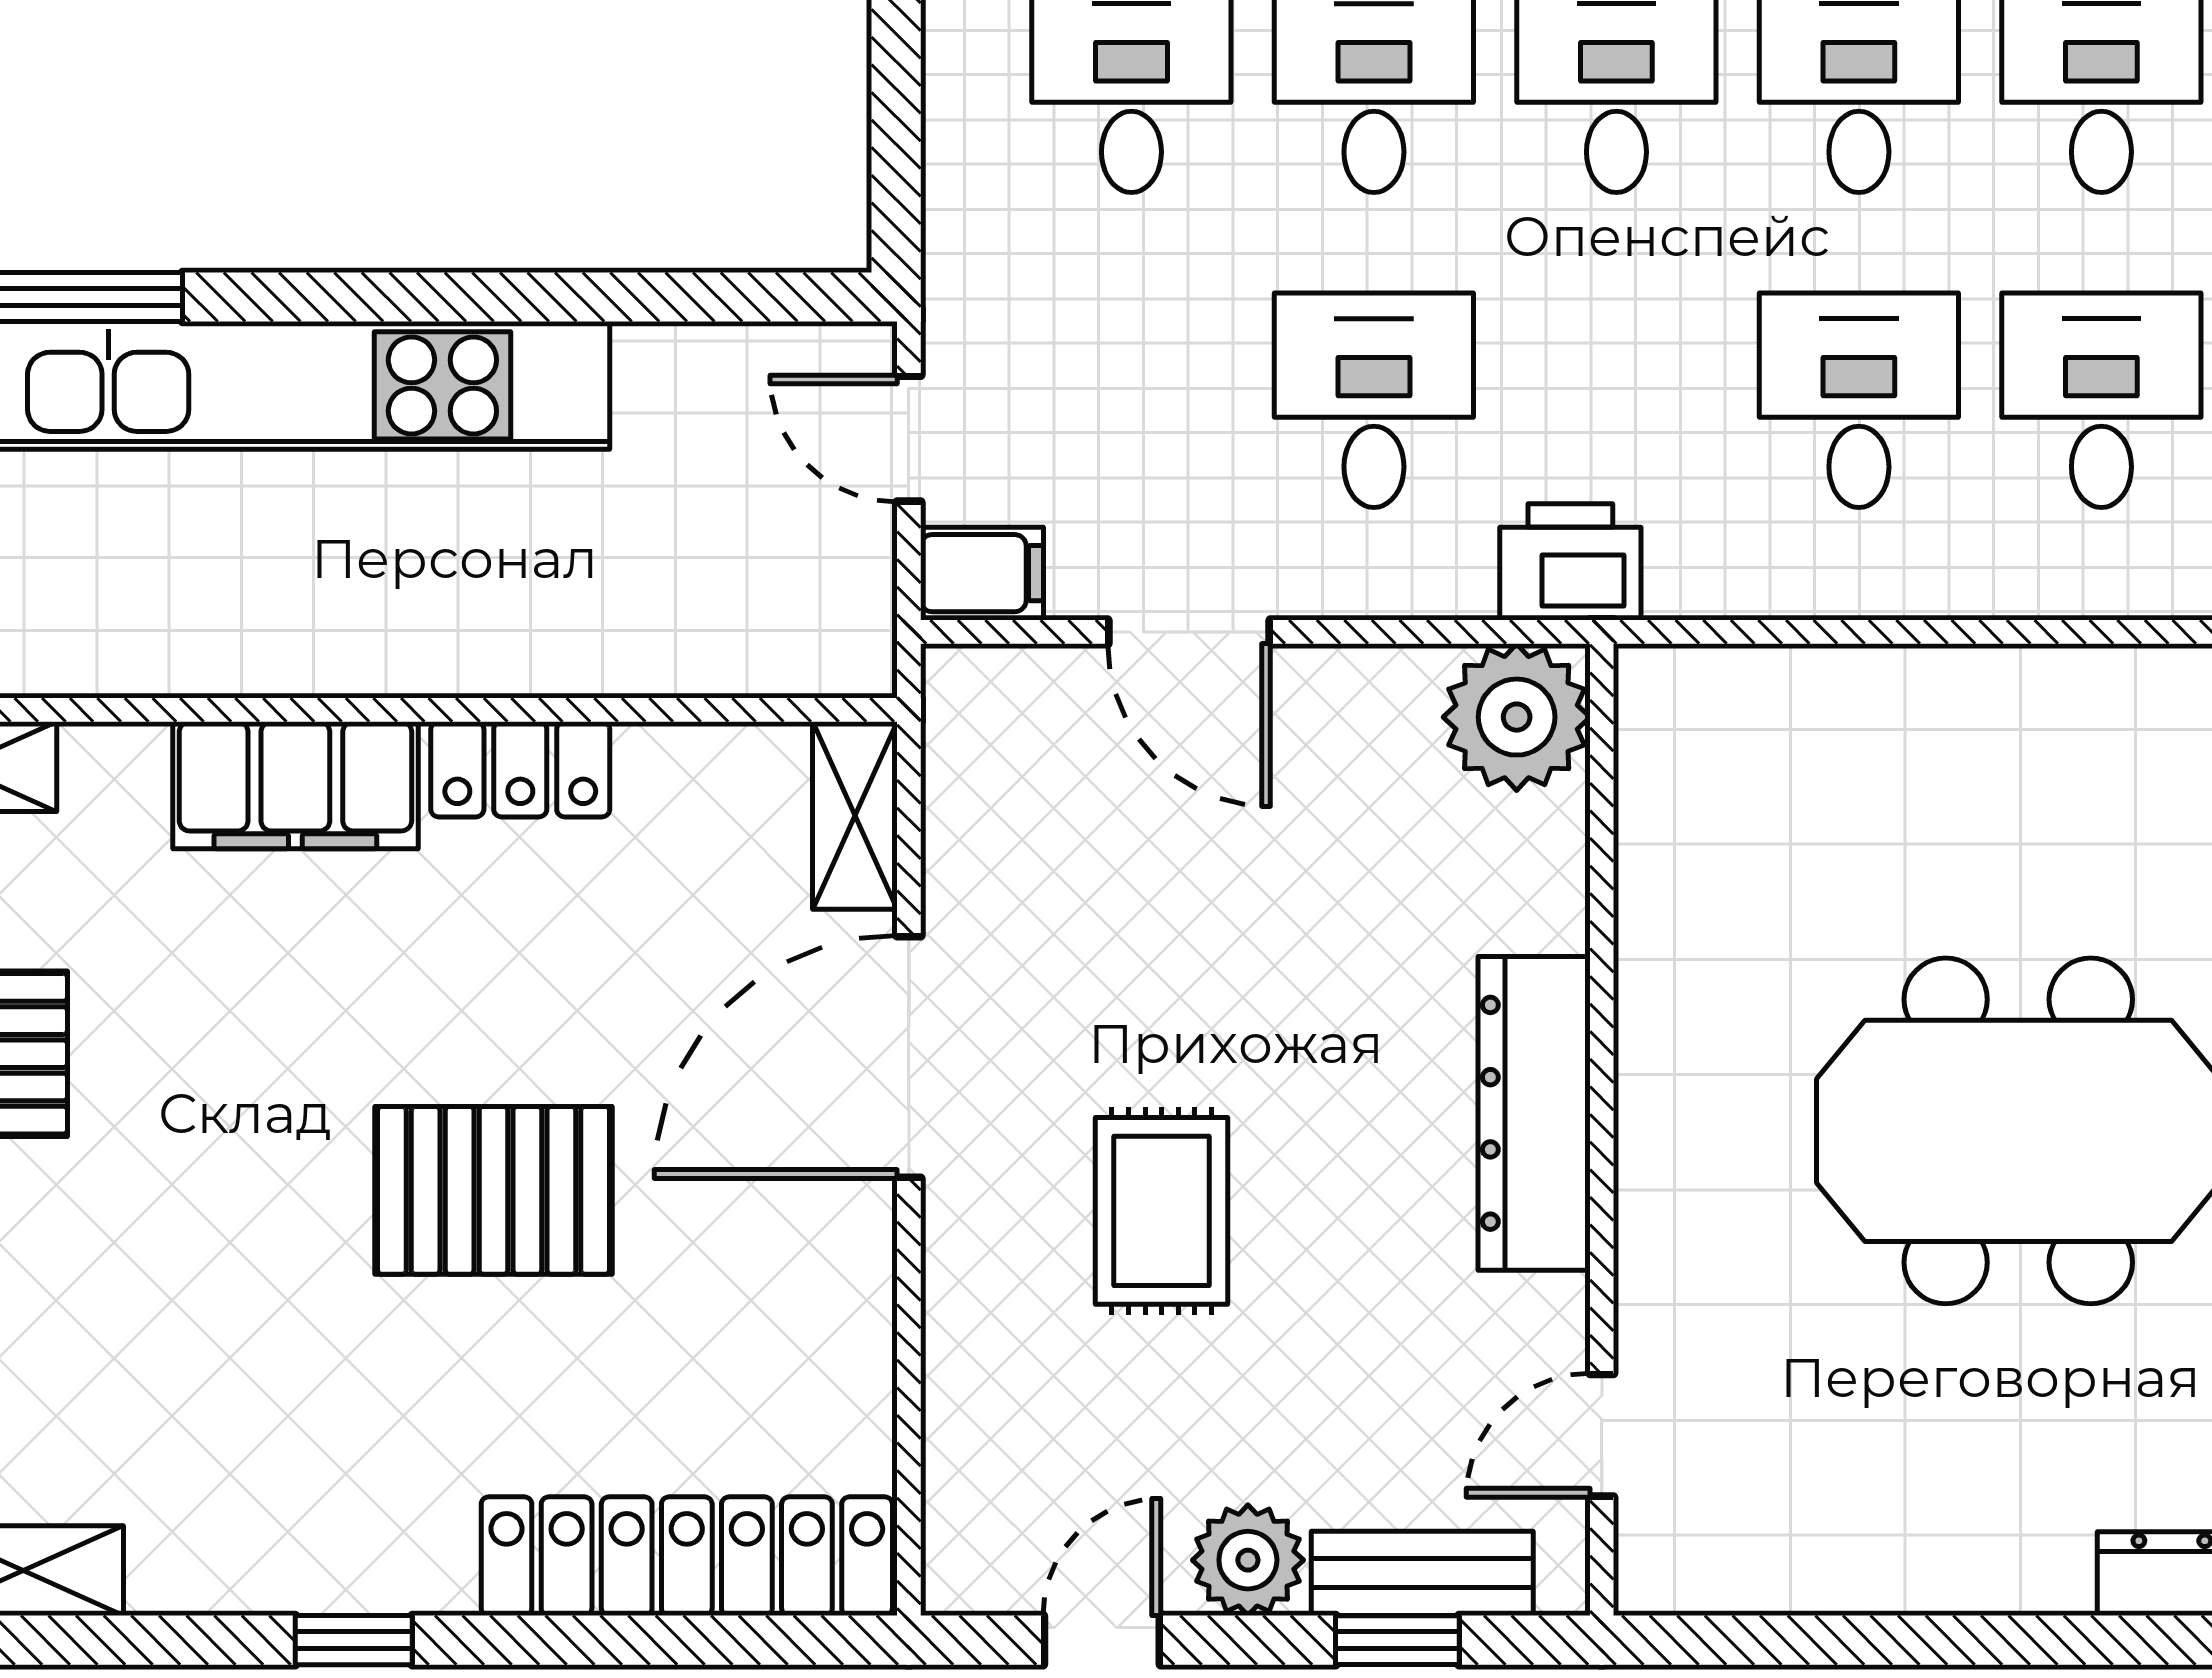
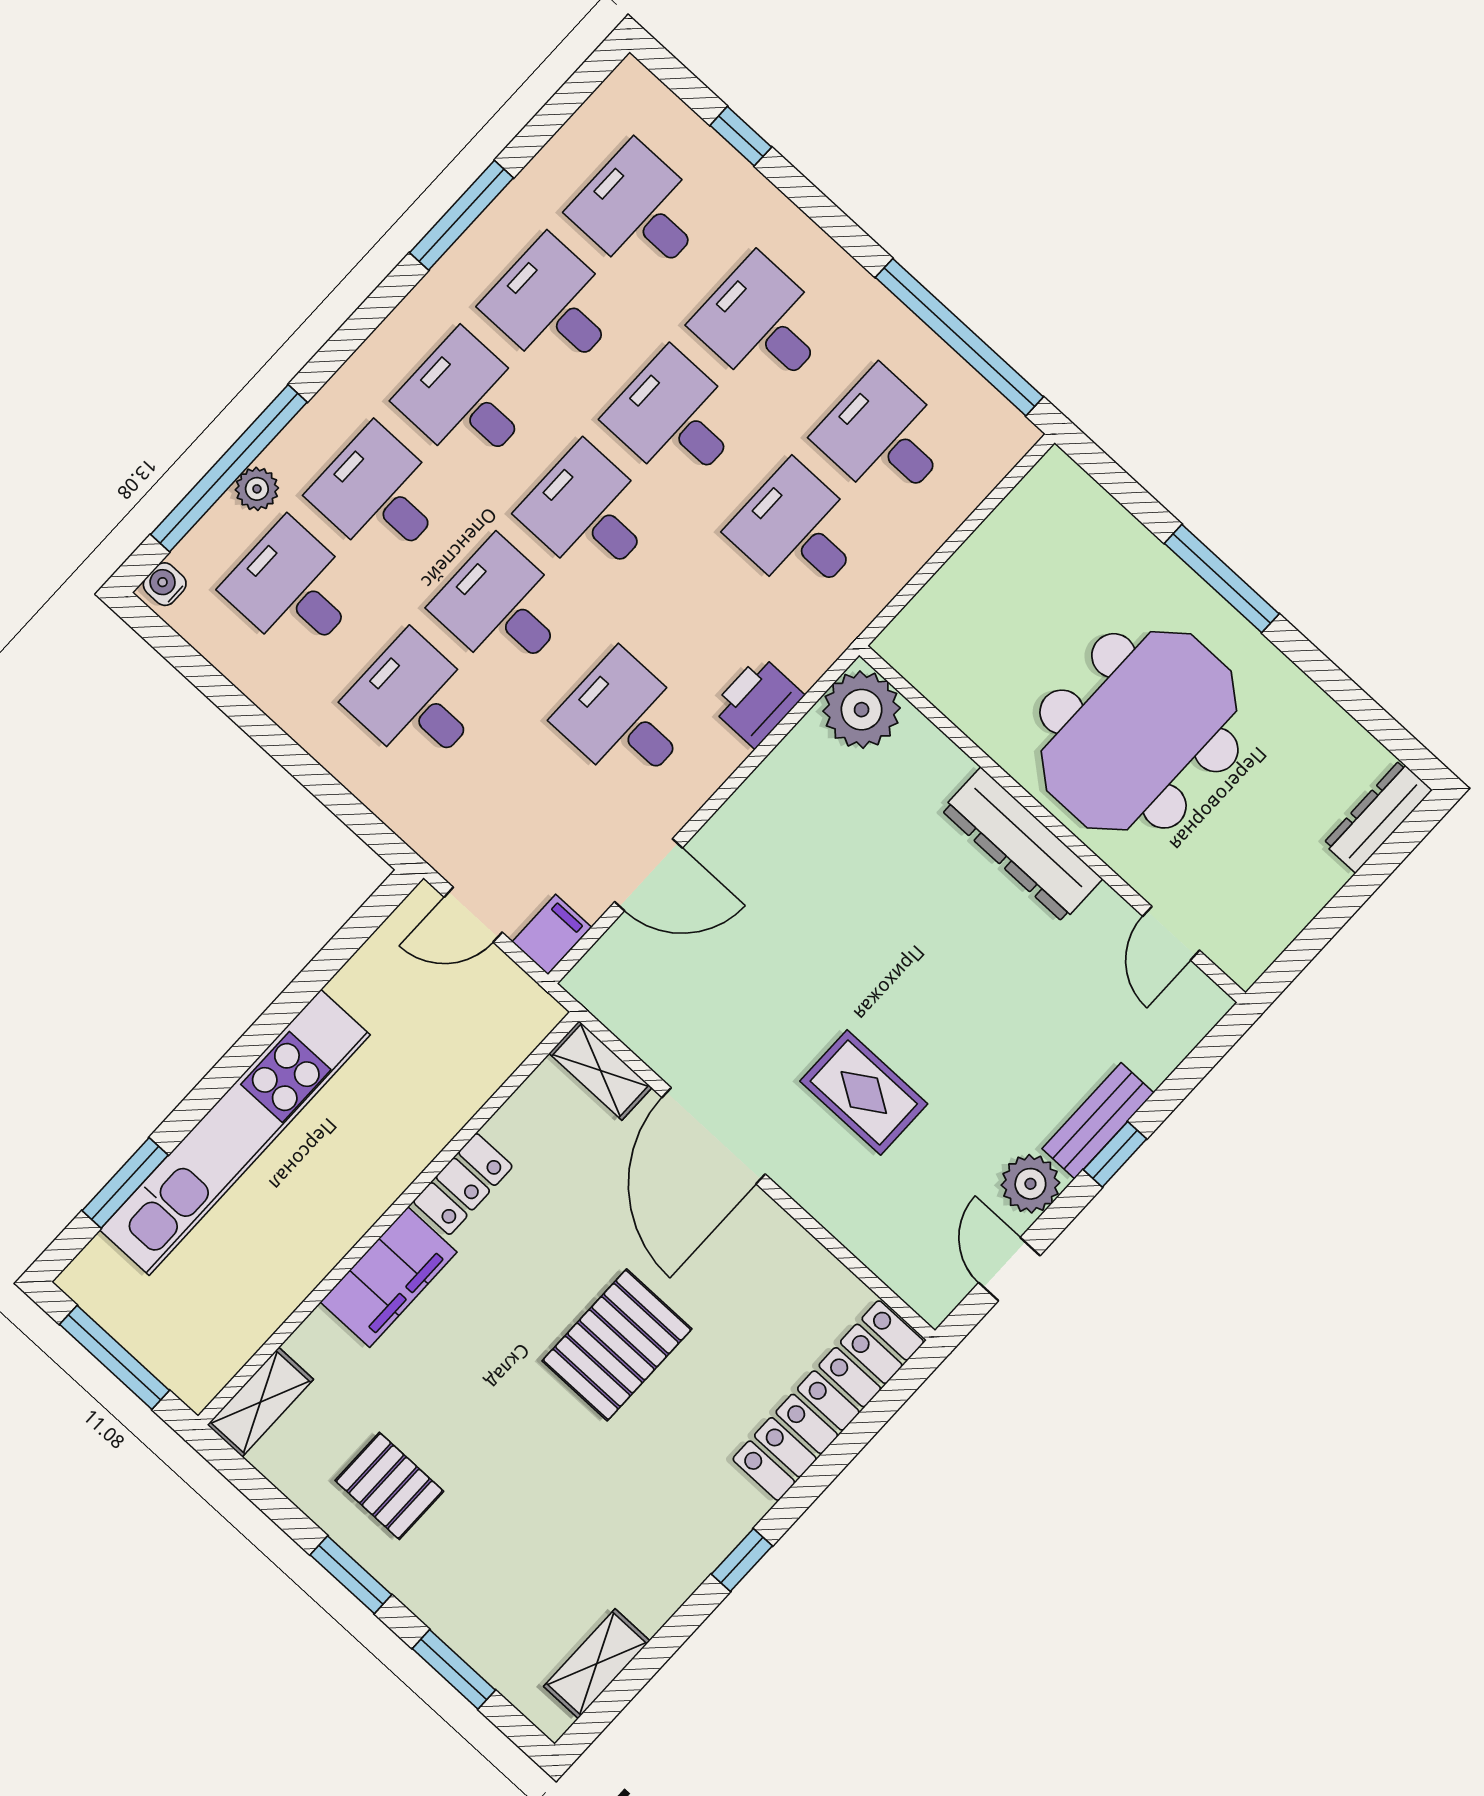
plant: (1517, 717) -> (862, 710), moved
dresser: (1534, 1113) -> (1022, 845), moved
wall: (1602, 1130) -> (1052, 824), moved
door: (1602, 1435) -> (1171, 933), moved

